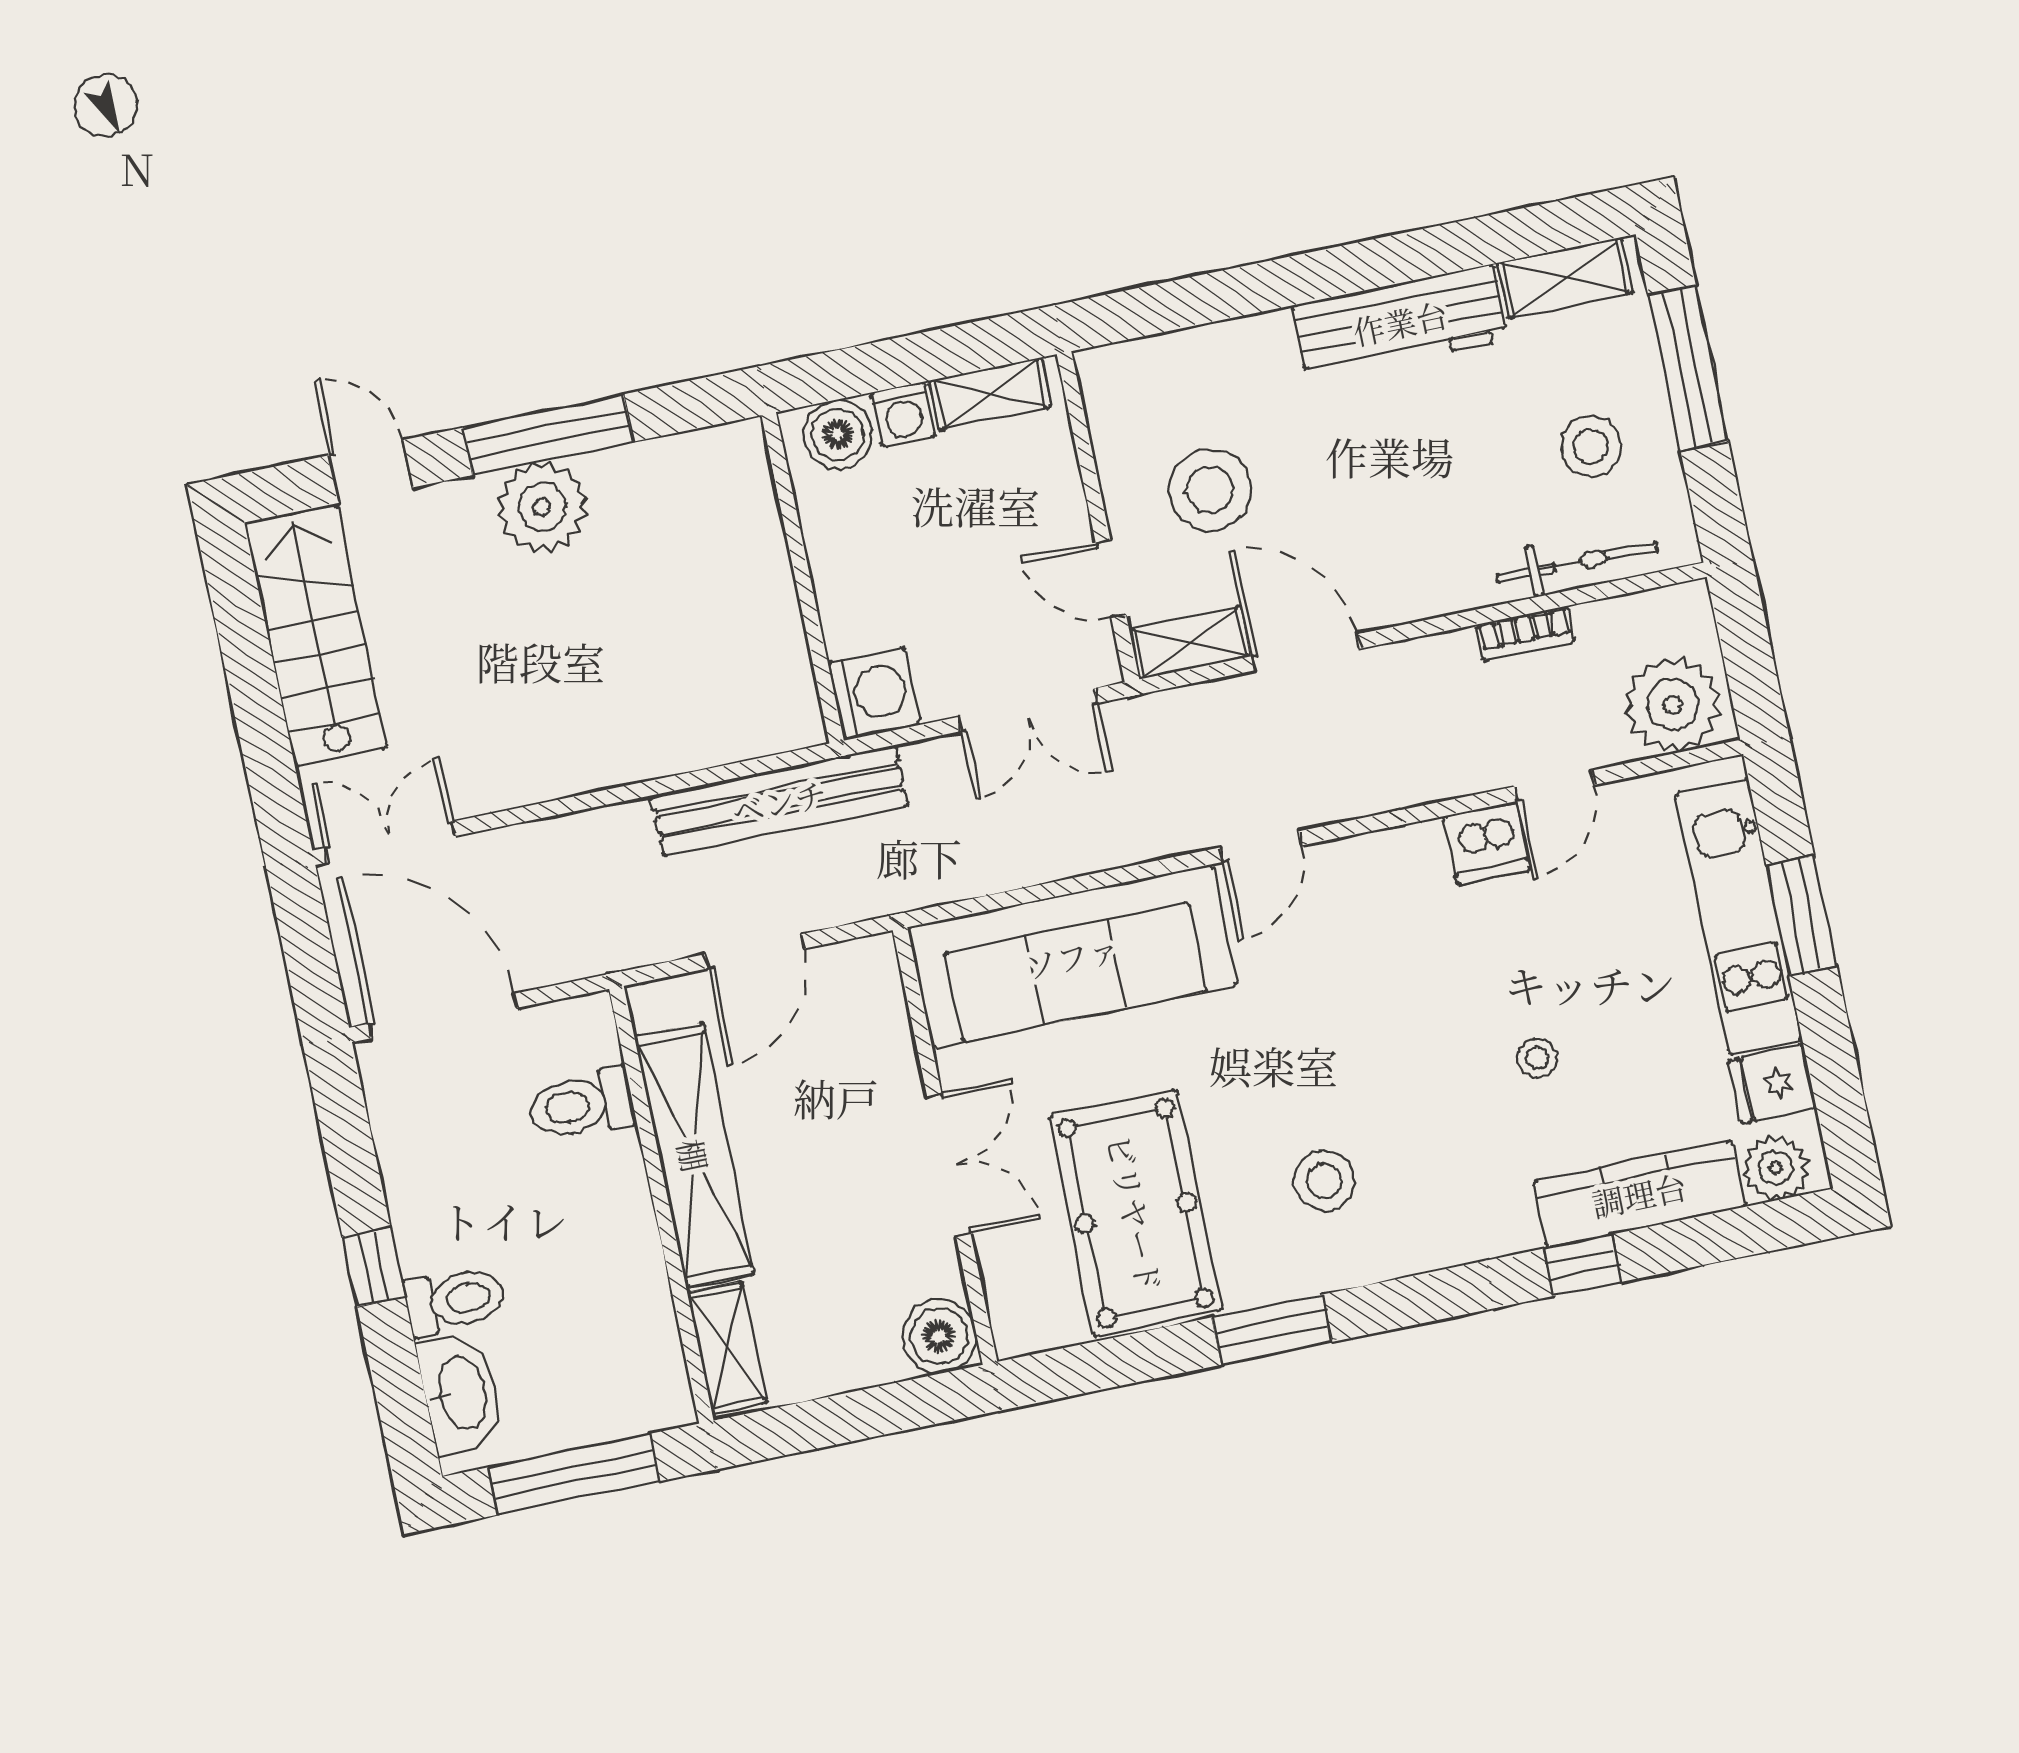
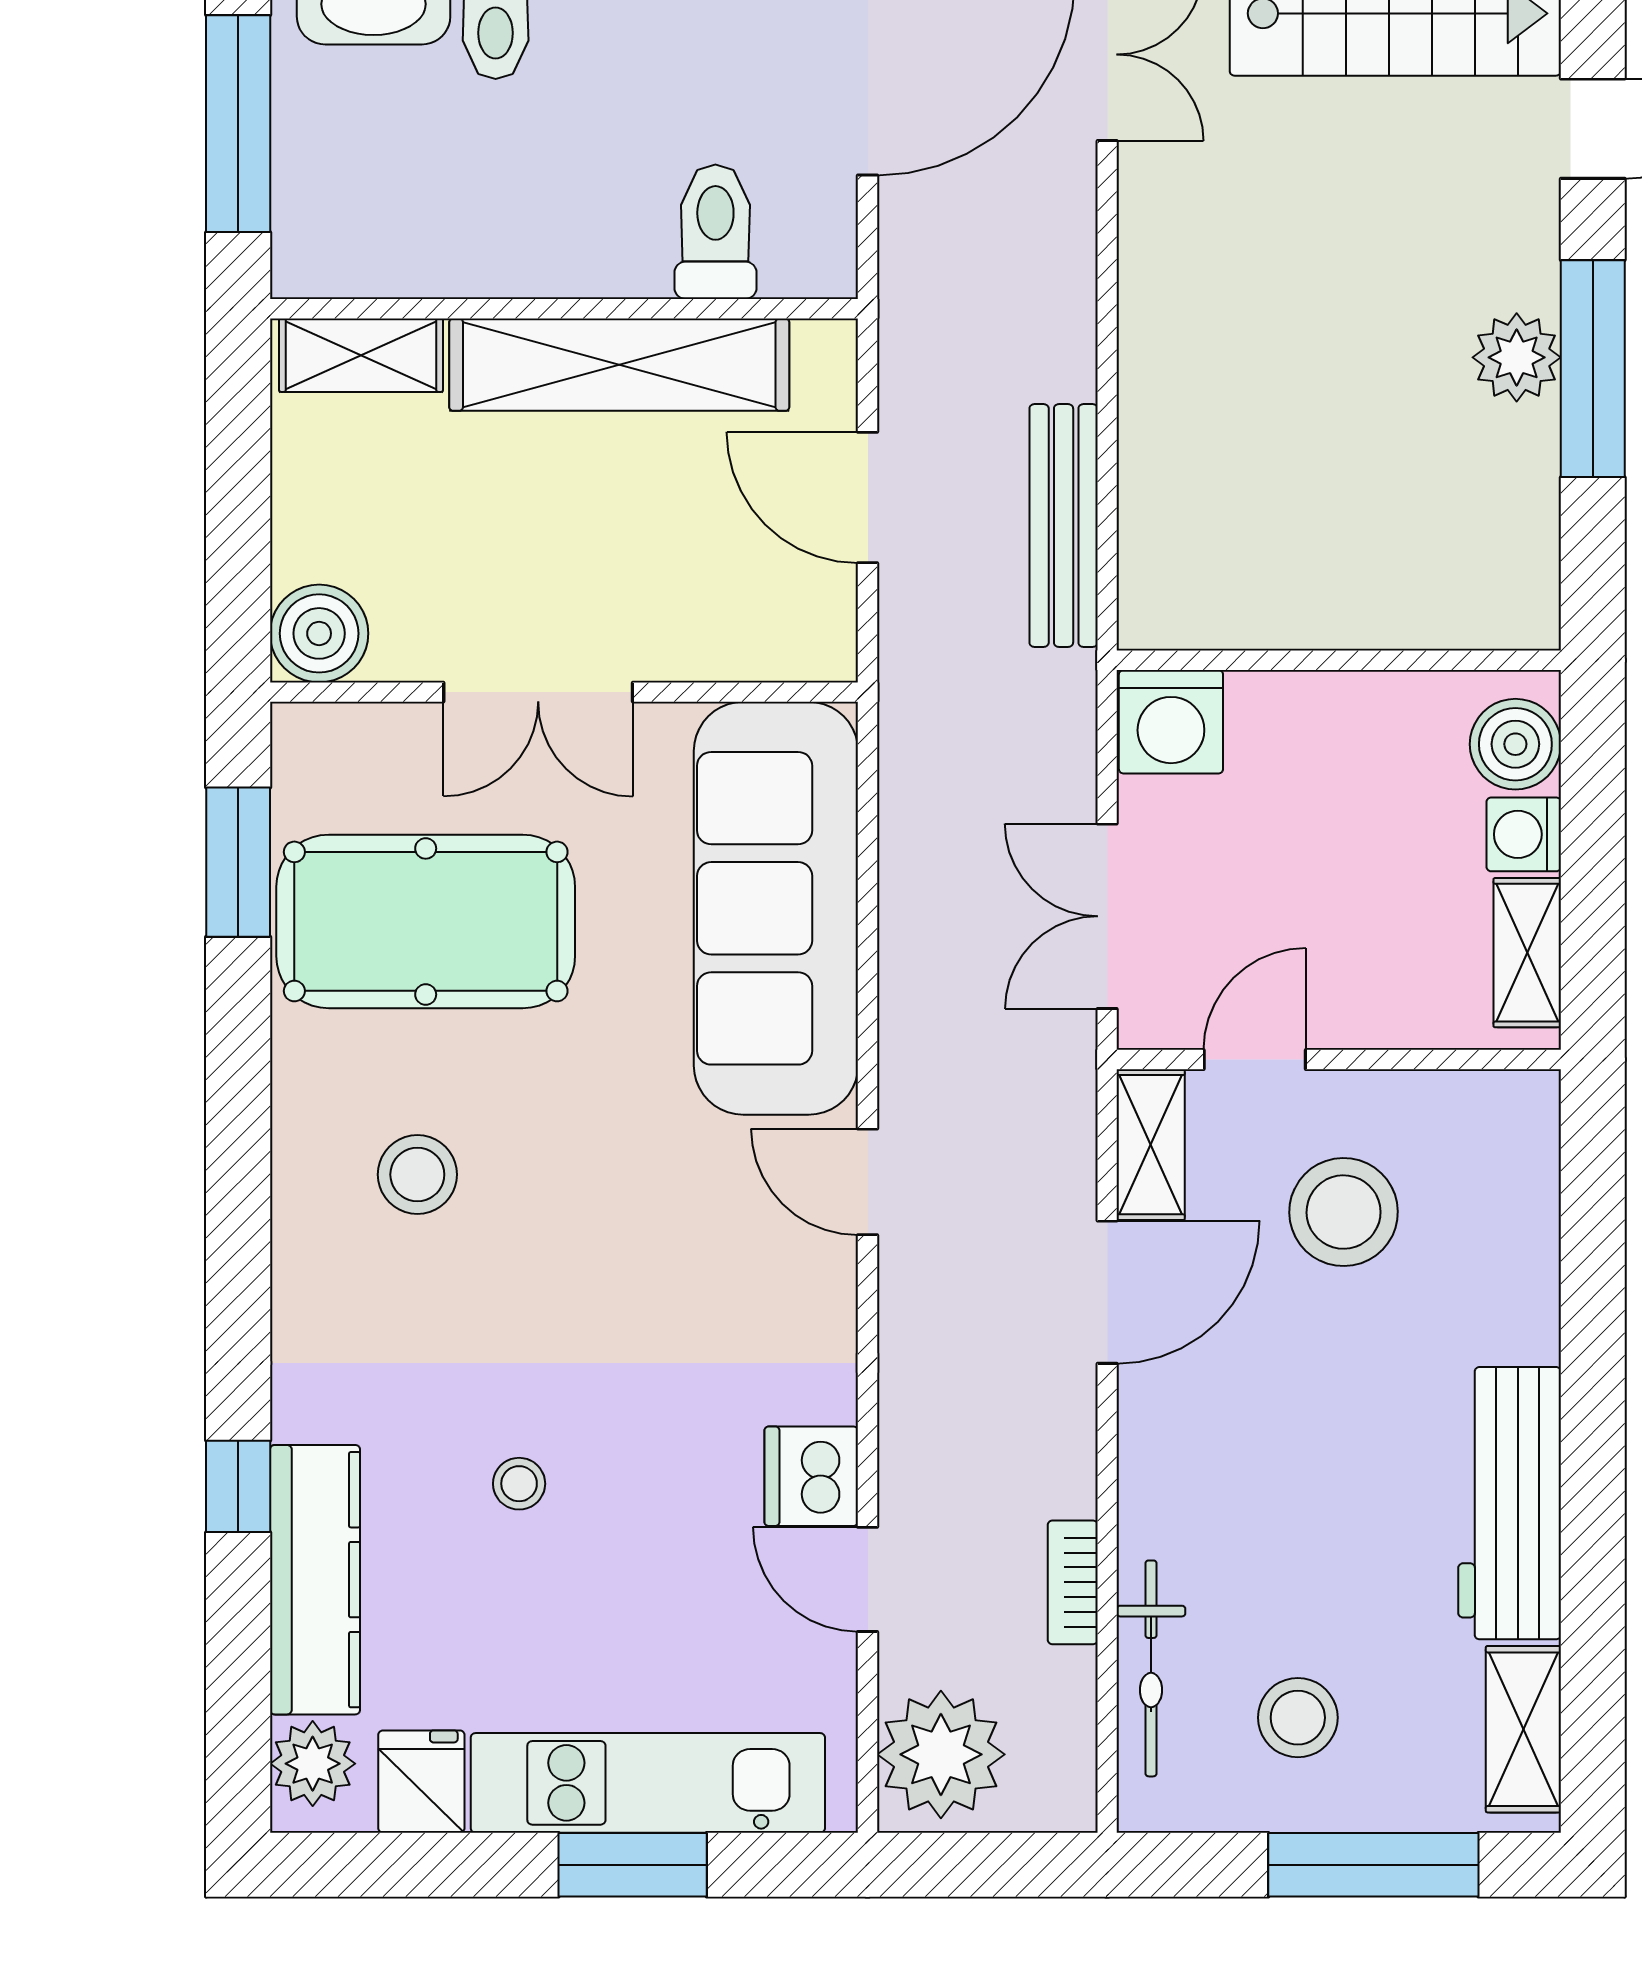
plant: (542, 507) -> (1517, 357), width x0.73, depth x0.73
bench: (779, 801) -> (1064, 526), width x0.73, depth x0.82
window: (1272, 1330) -> (238, 862), moved

